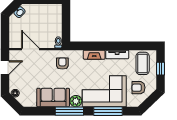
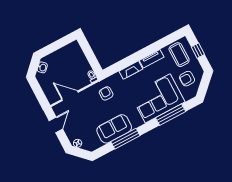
plant: (76, 101) -> (137, 121), removed
window: (69, 111) -> (125, 139), moved

